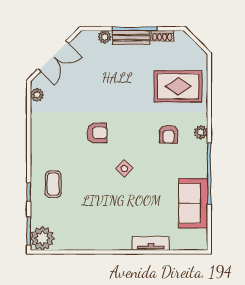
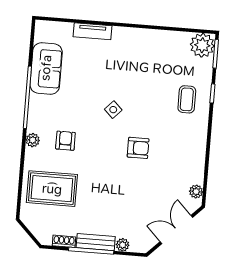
armchair: (97, 133) -> (138, 148), turned 180

